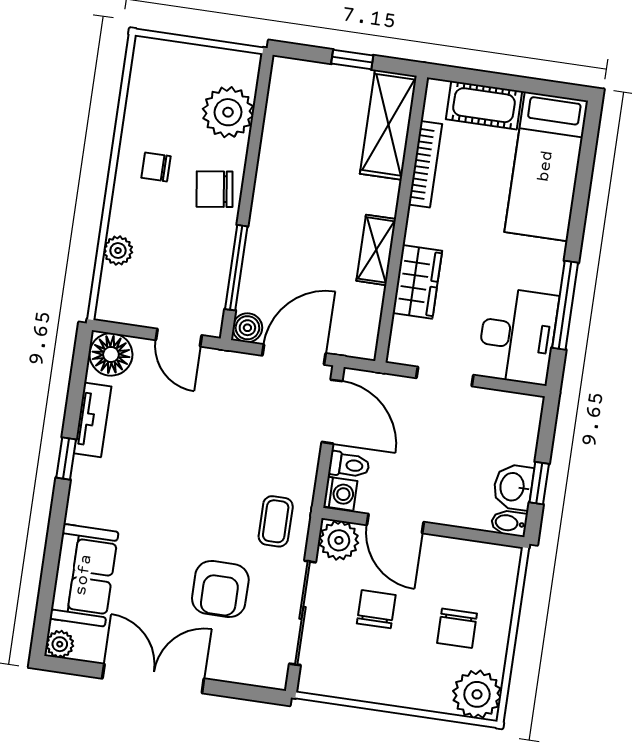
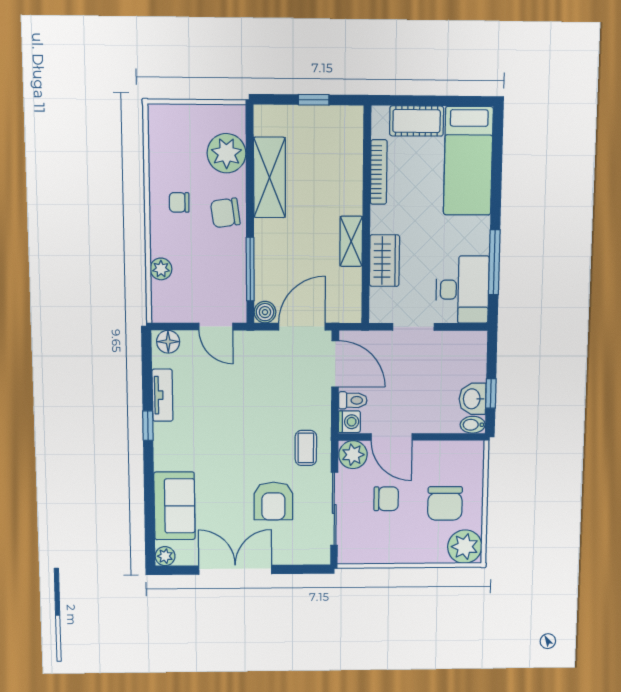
shelving: (388, 125) -> (269, 178), moved
floor lamp: (111, 354) -> (168, 342), width x0.73, depth x0.73
chair: (376, 609) -> (386, 499), turned 90
chair: (457, 628) -> (445, 503), width x1.37, depth x1.37

